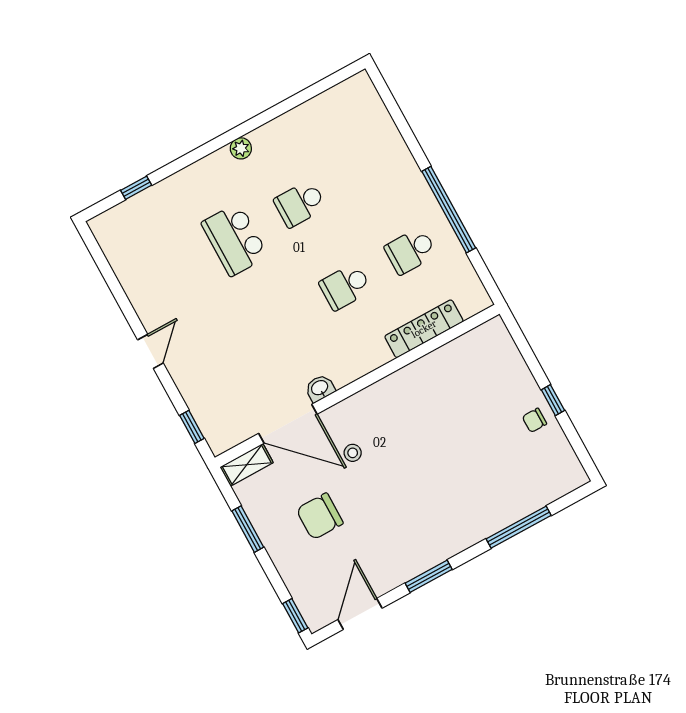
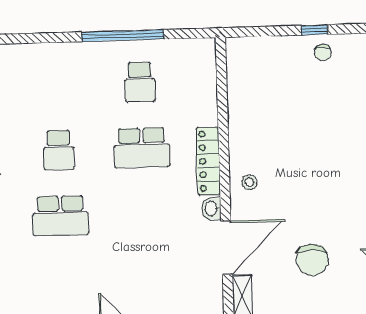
school desk: (345, 287) -> (142, 148), width x1.85
locker: (424, 329) -> (208, 161), moved
stool: (353, 453) -> (250, 182), moved

